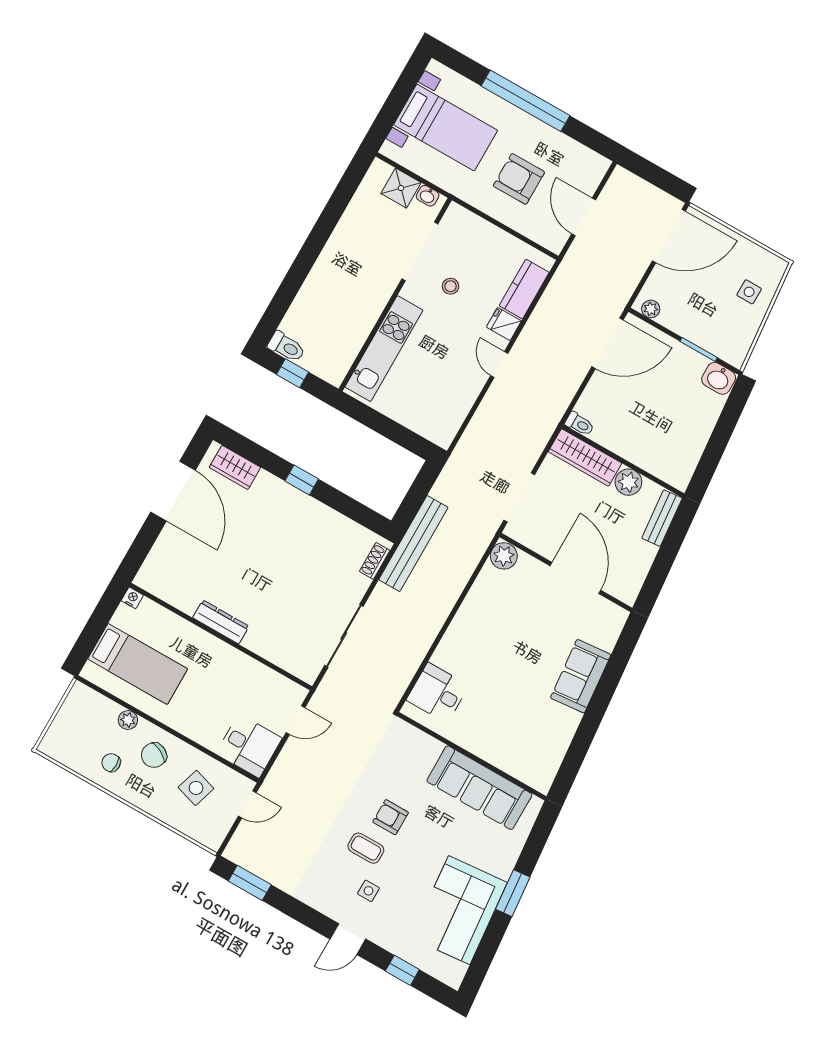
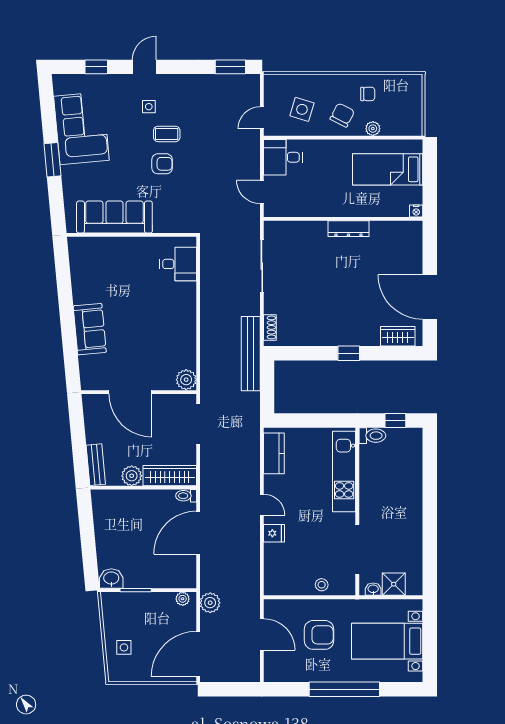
stool: (451, 286) -> (322, 585), moved
plant: (622, 287) -> (210, 603), added
kitchen counter: (524, 289) -> (274, 453), moved
door: (608, 343) -> (198, 533), moved
toilet: (286, 347) -> (372, 436), moved, turned 180
door: (296, 720) -> (262, 192), hinge flipped

